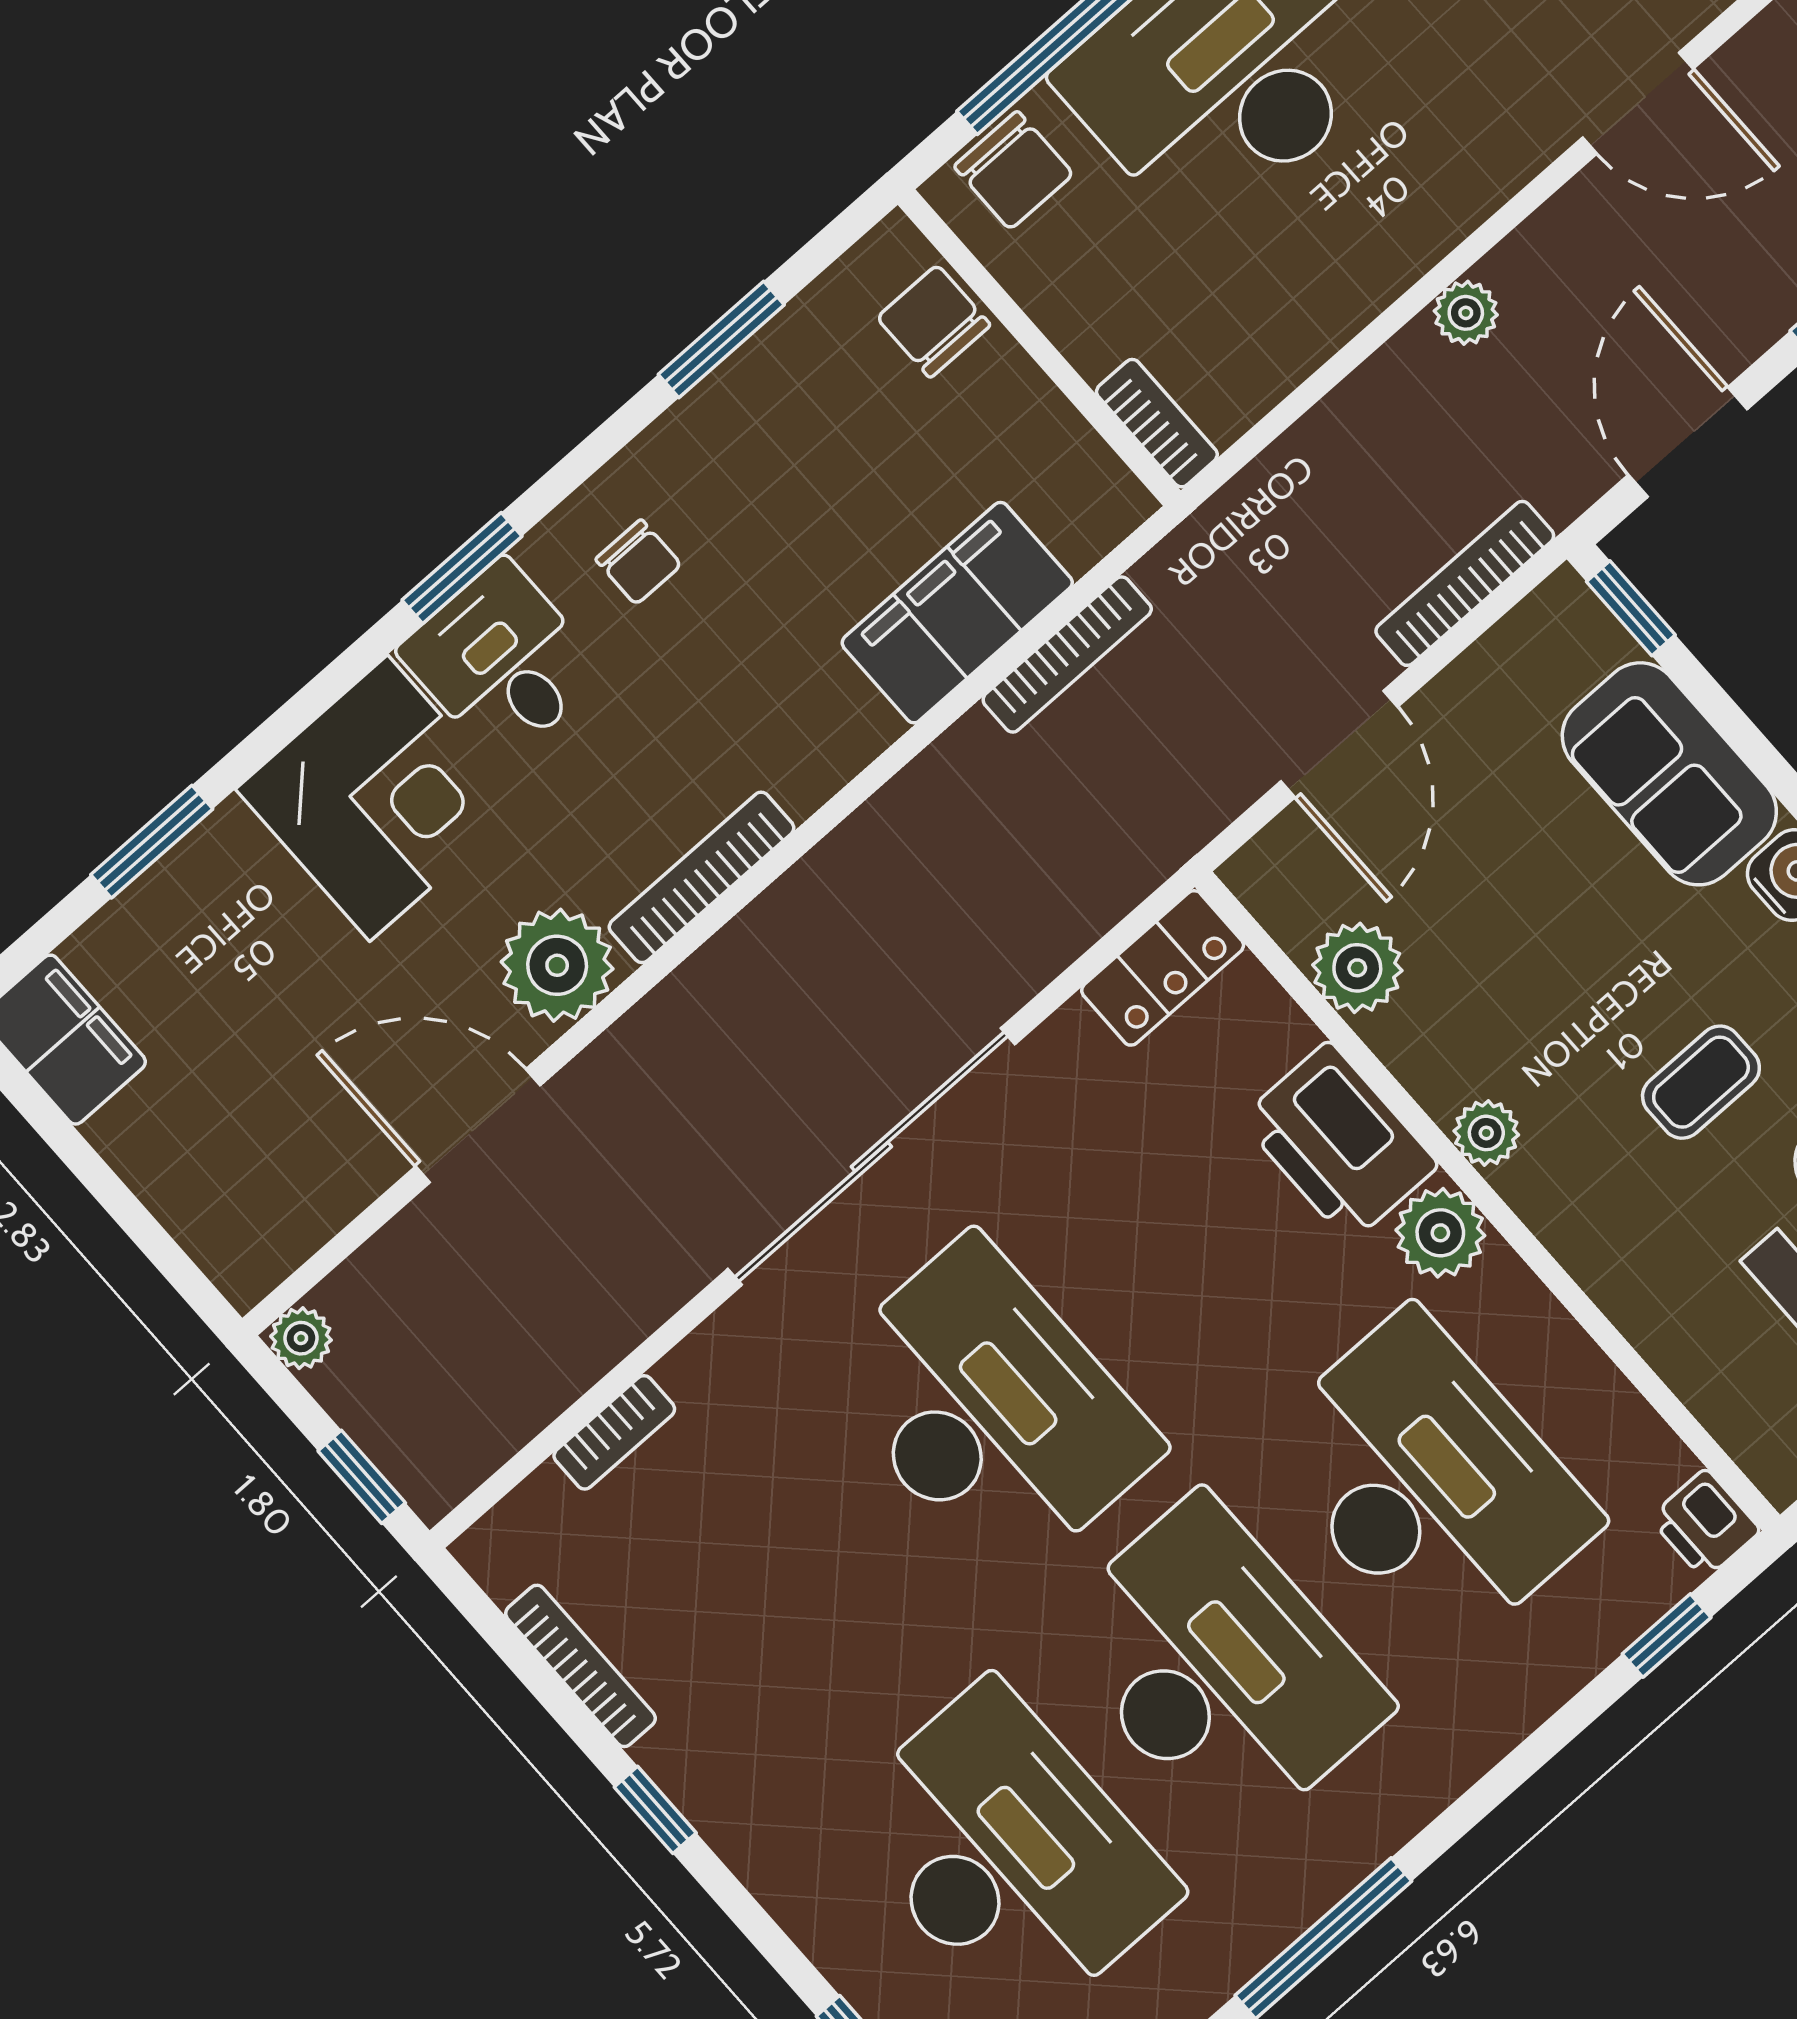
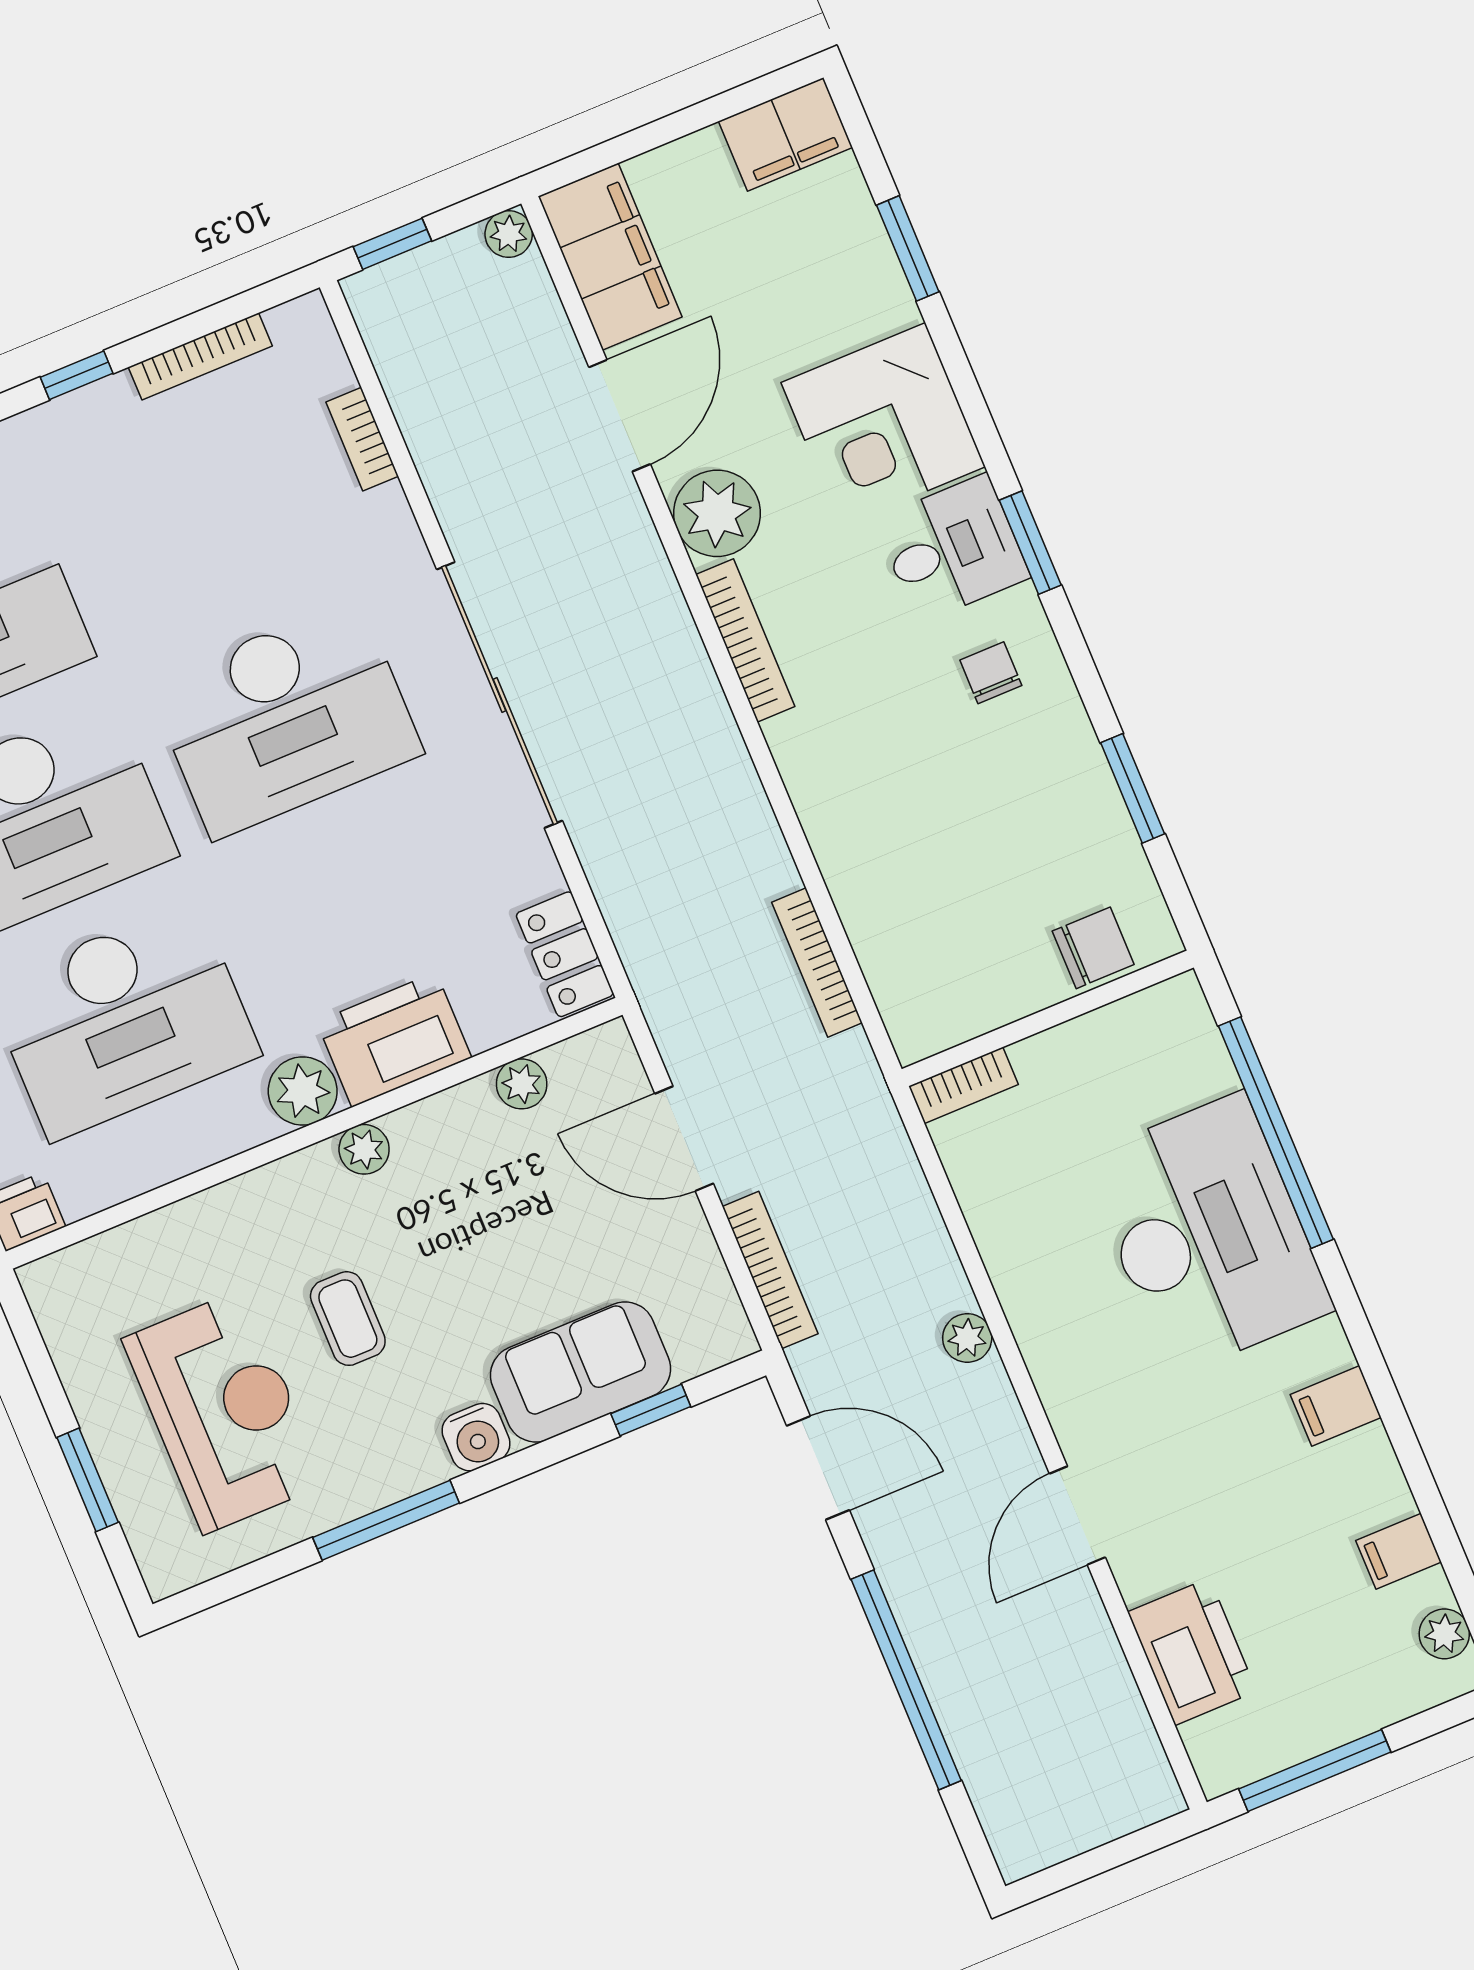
chair: (1014, 170) -> (1183, 1044), removed
chair: (638, 562) -> (991, 673), turned 90
window: (1631, 608) -> (651, 1410), moved
filing cabinet: (957, 613) -> (610, 257), moved
plant: (1357, 968) -> (522, 1084), width x0.73, depth x0.73

